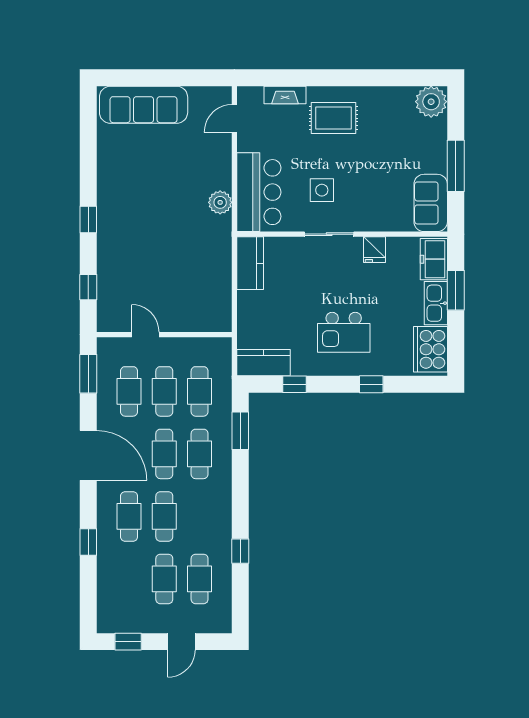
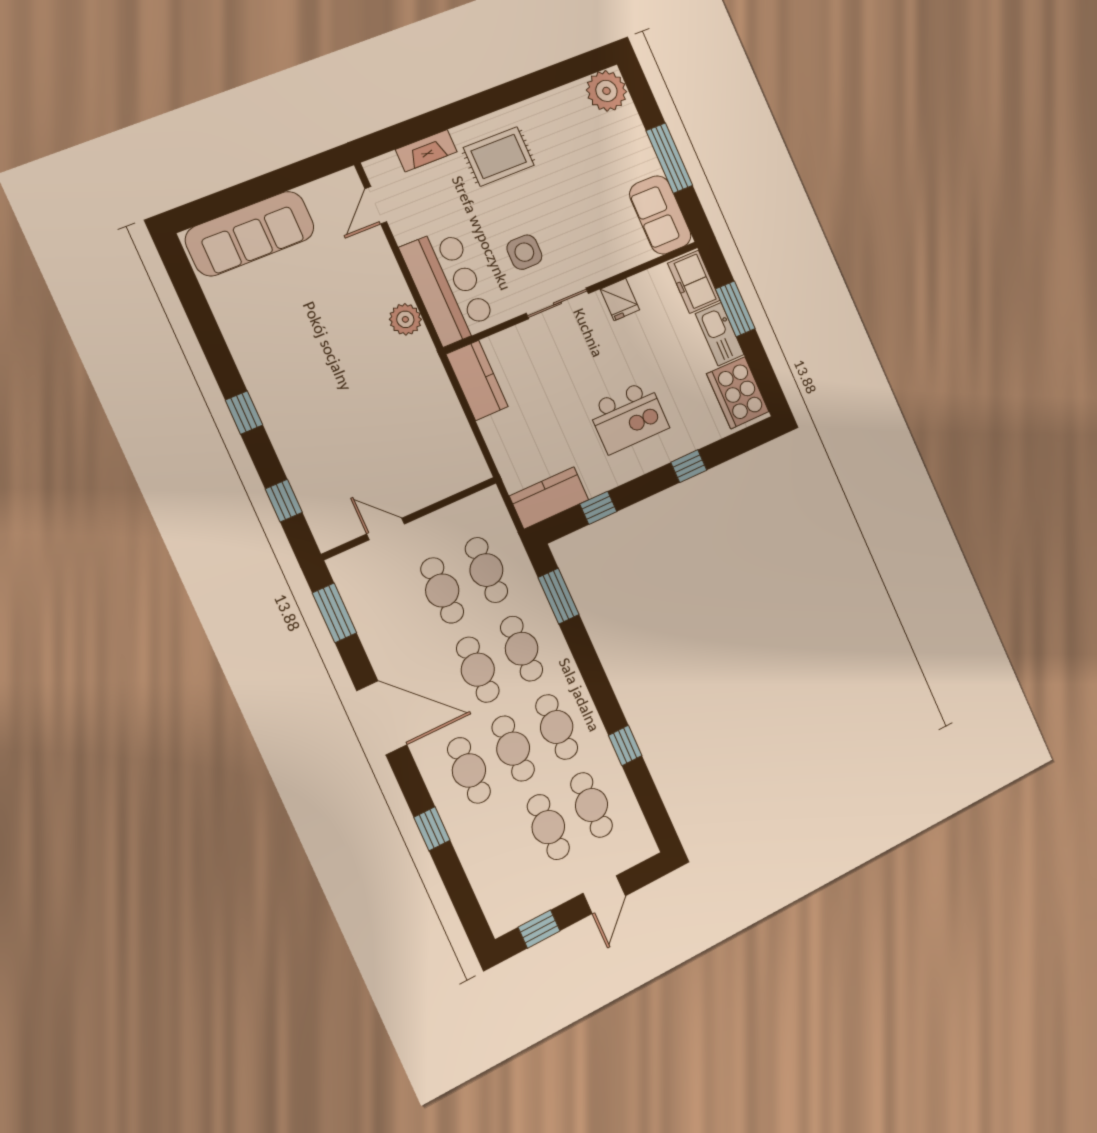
cafe table: (129, 391) -> (557, 727), moved

